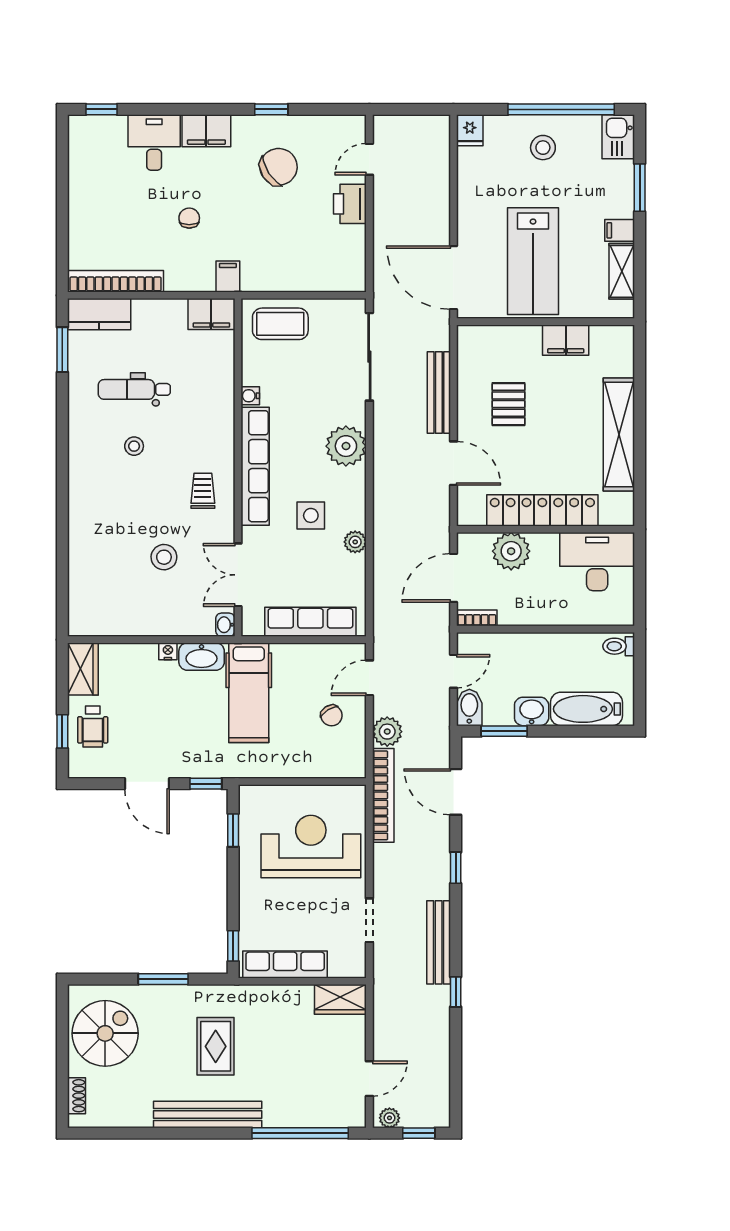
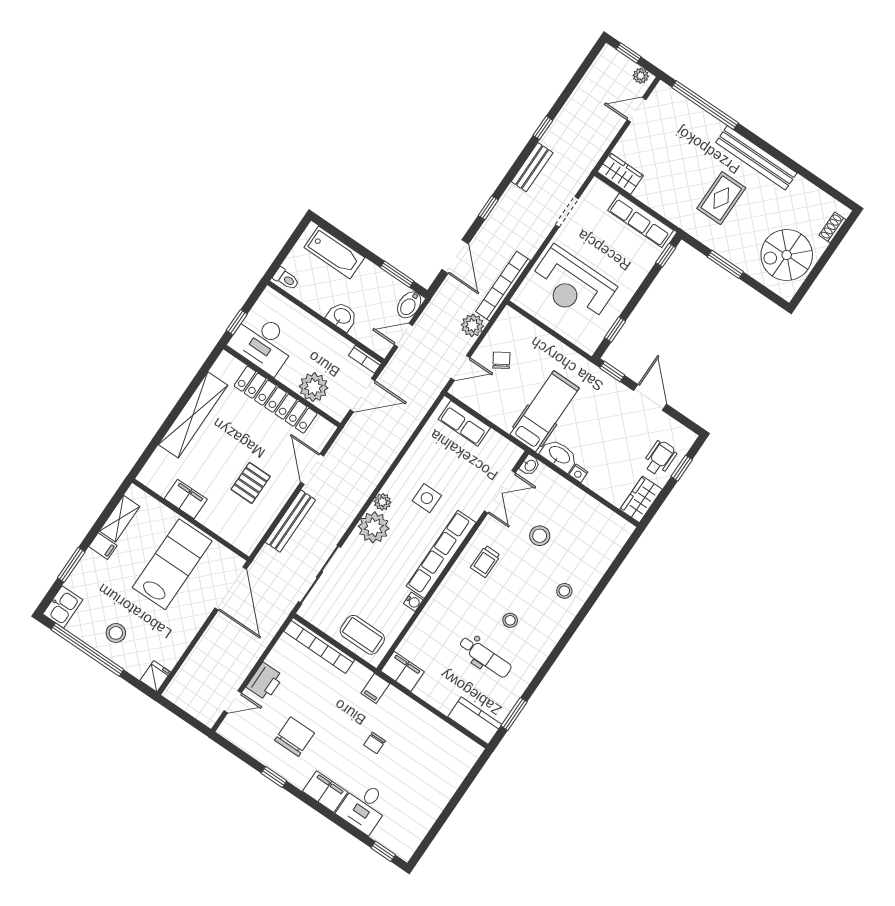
chair: (279, 167) -> (295, 737), turned 123
bookcase: (116, 281) -> (319, 646), moved
stool: (98, 516) -> (564, 591), added
plant: (355, 542) -> (382, 502), moved
window: (640, 564) -> (237, 322), added
row of seats: (310, 622) -> (464, 423), width x0.68
washbasin: (532, 711) -> (342, 316), moved, turned 180
bench: (439, 942) -> (532, 167), width x0.73

